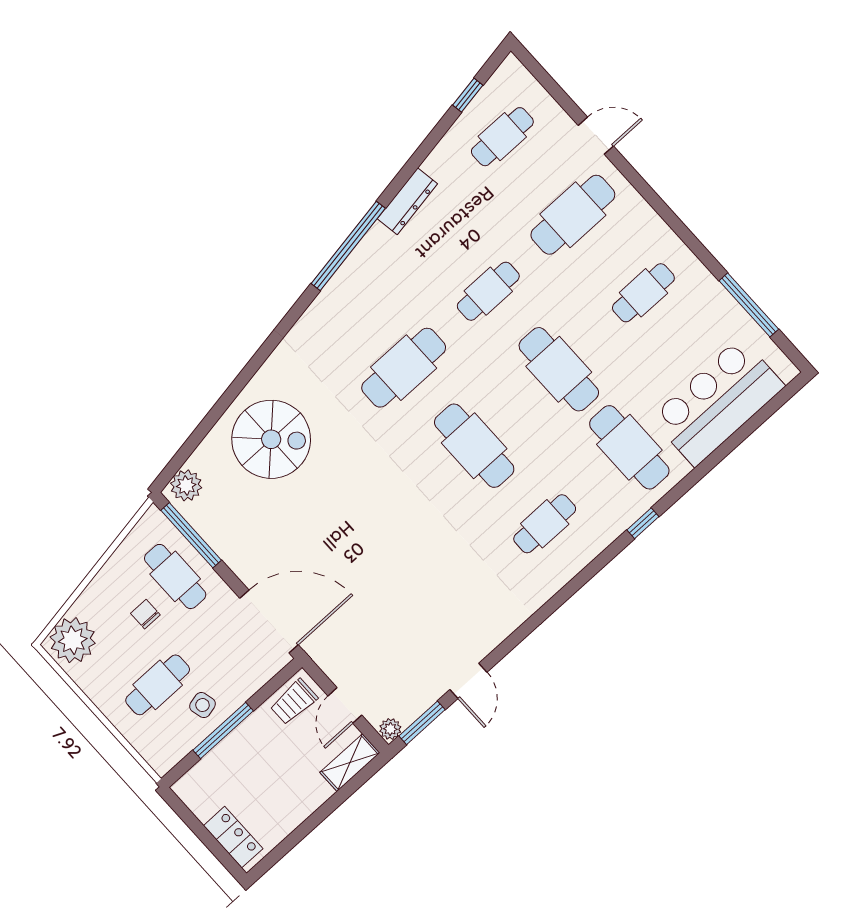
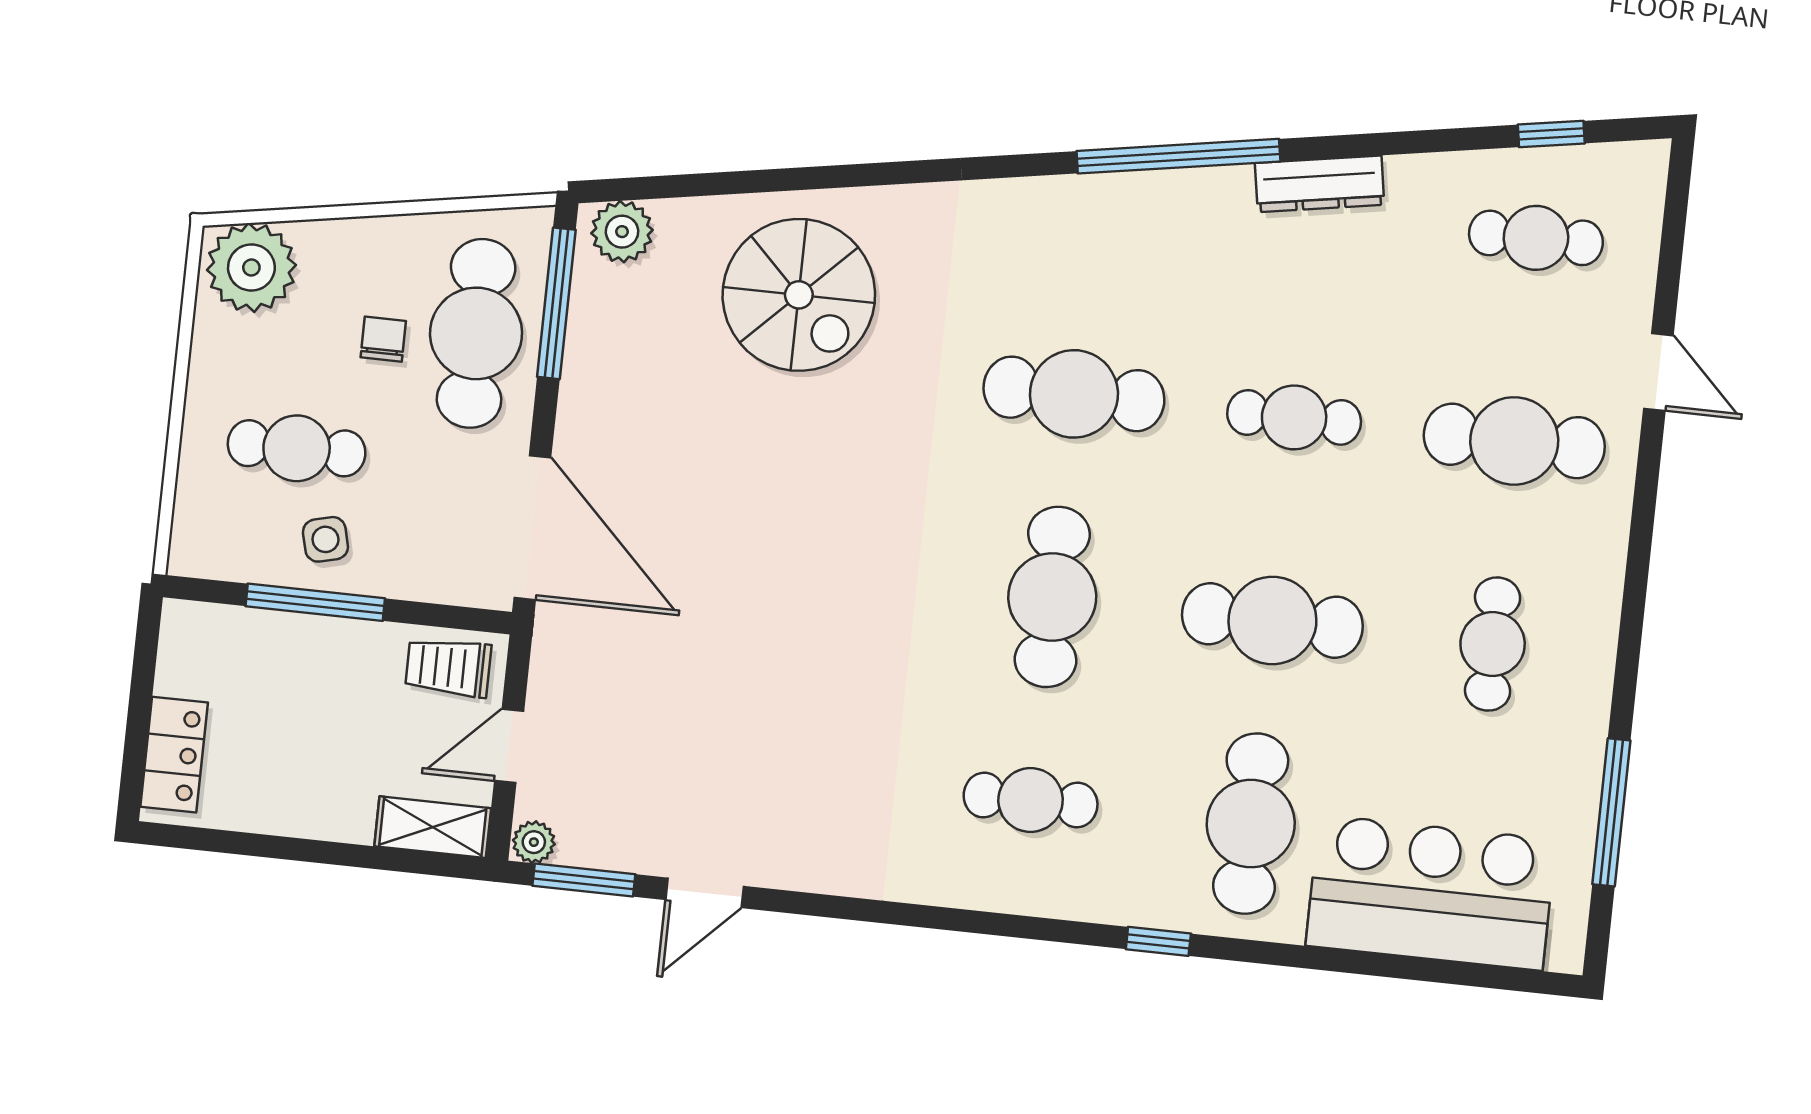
cafe table: (643, 293) -> (1493, 644), turned 90
cafe table: (559, 369) -> (1272, 620), turned 90
cafe table: (175, 576) -> (476, 333), width x1.37, depth x1.35

